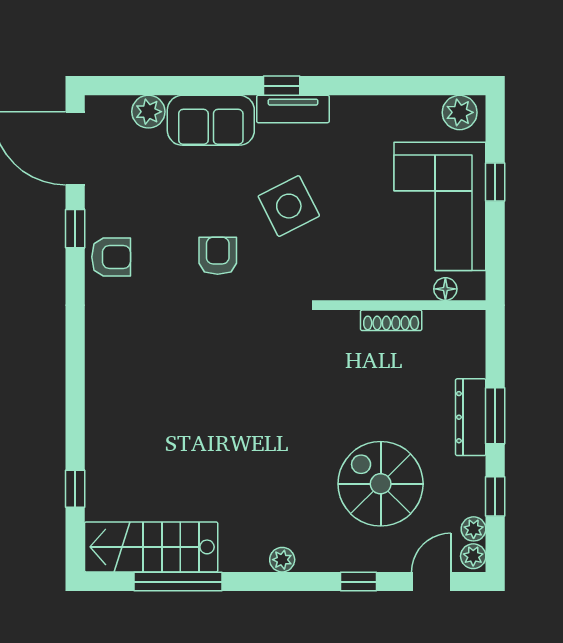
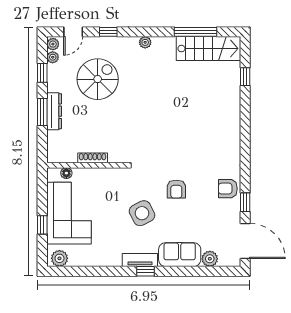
spiral stairs: (381, 484) -> (98, 79), turned -90

